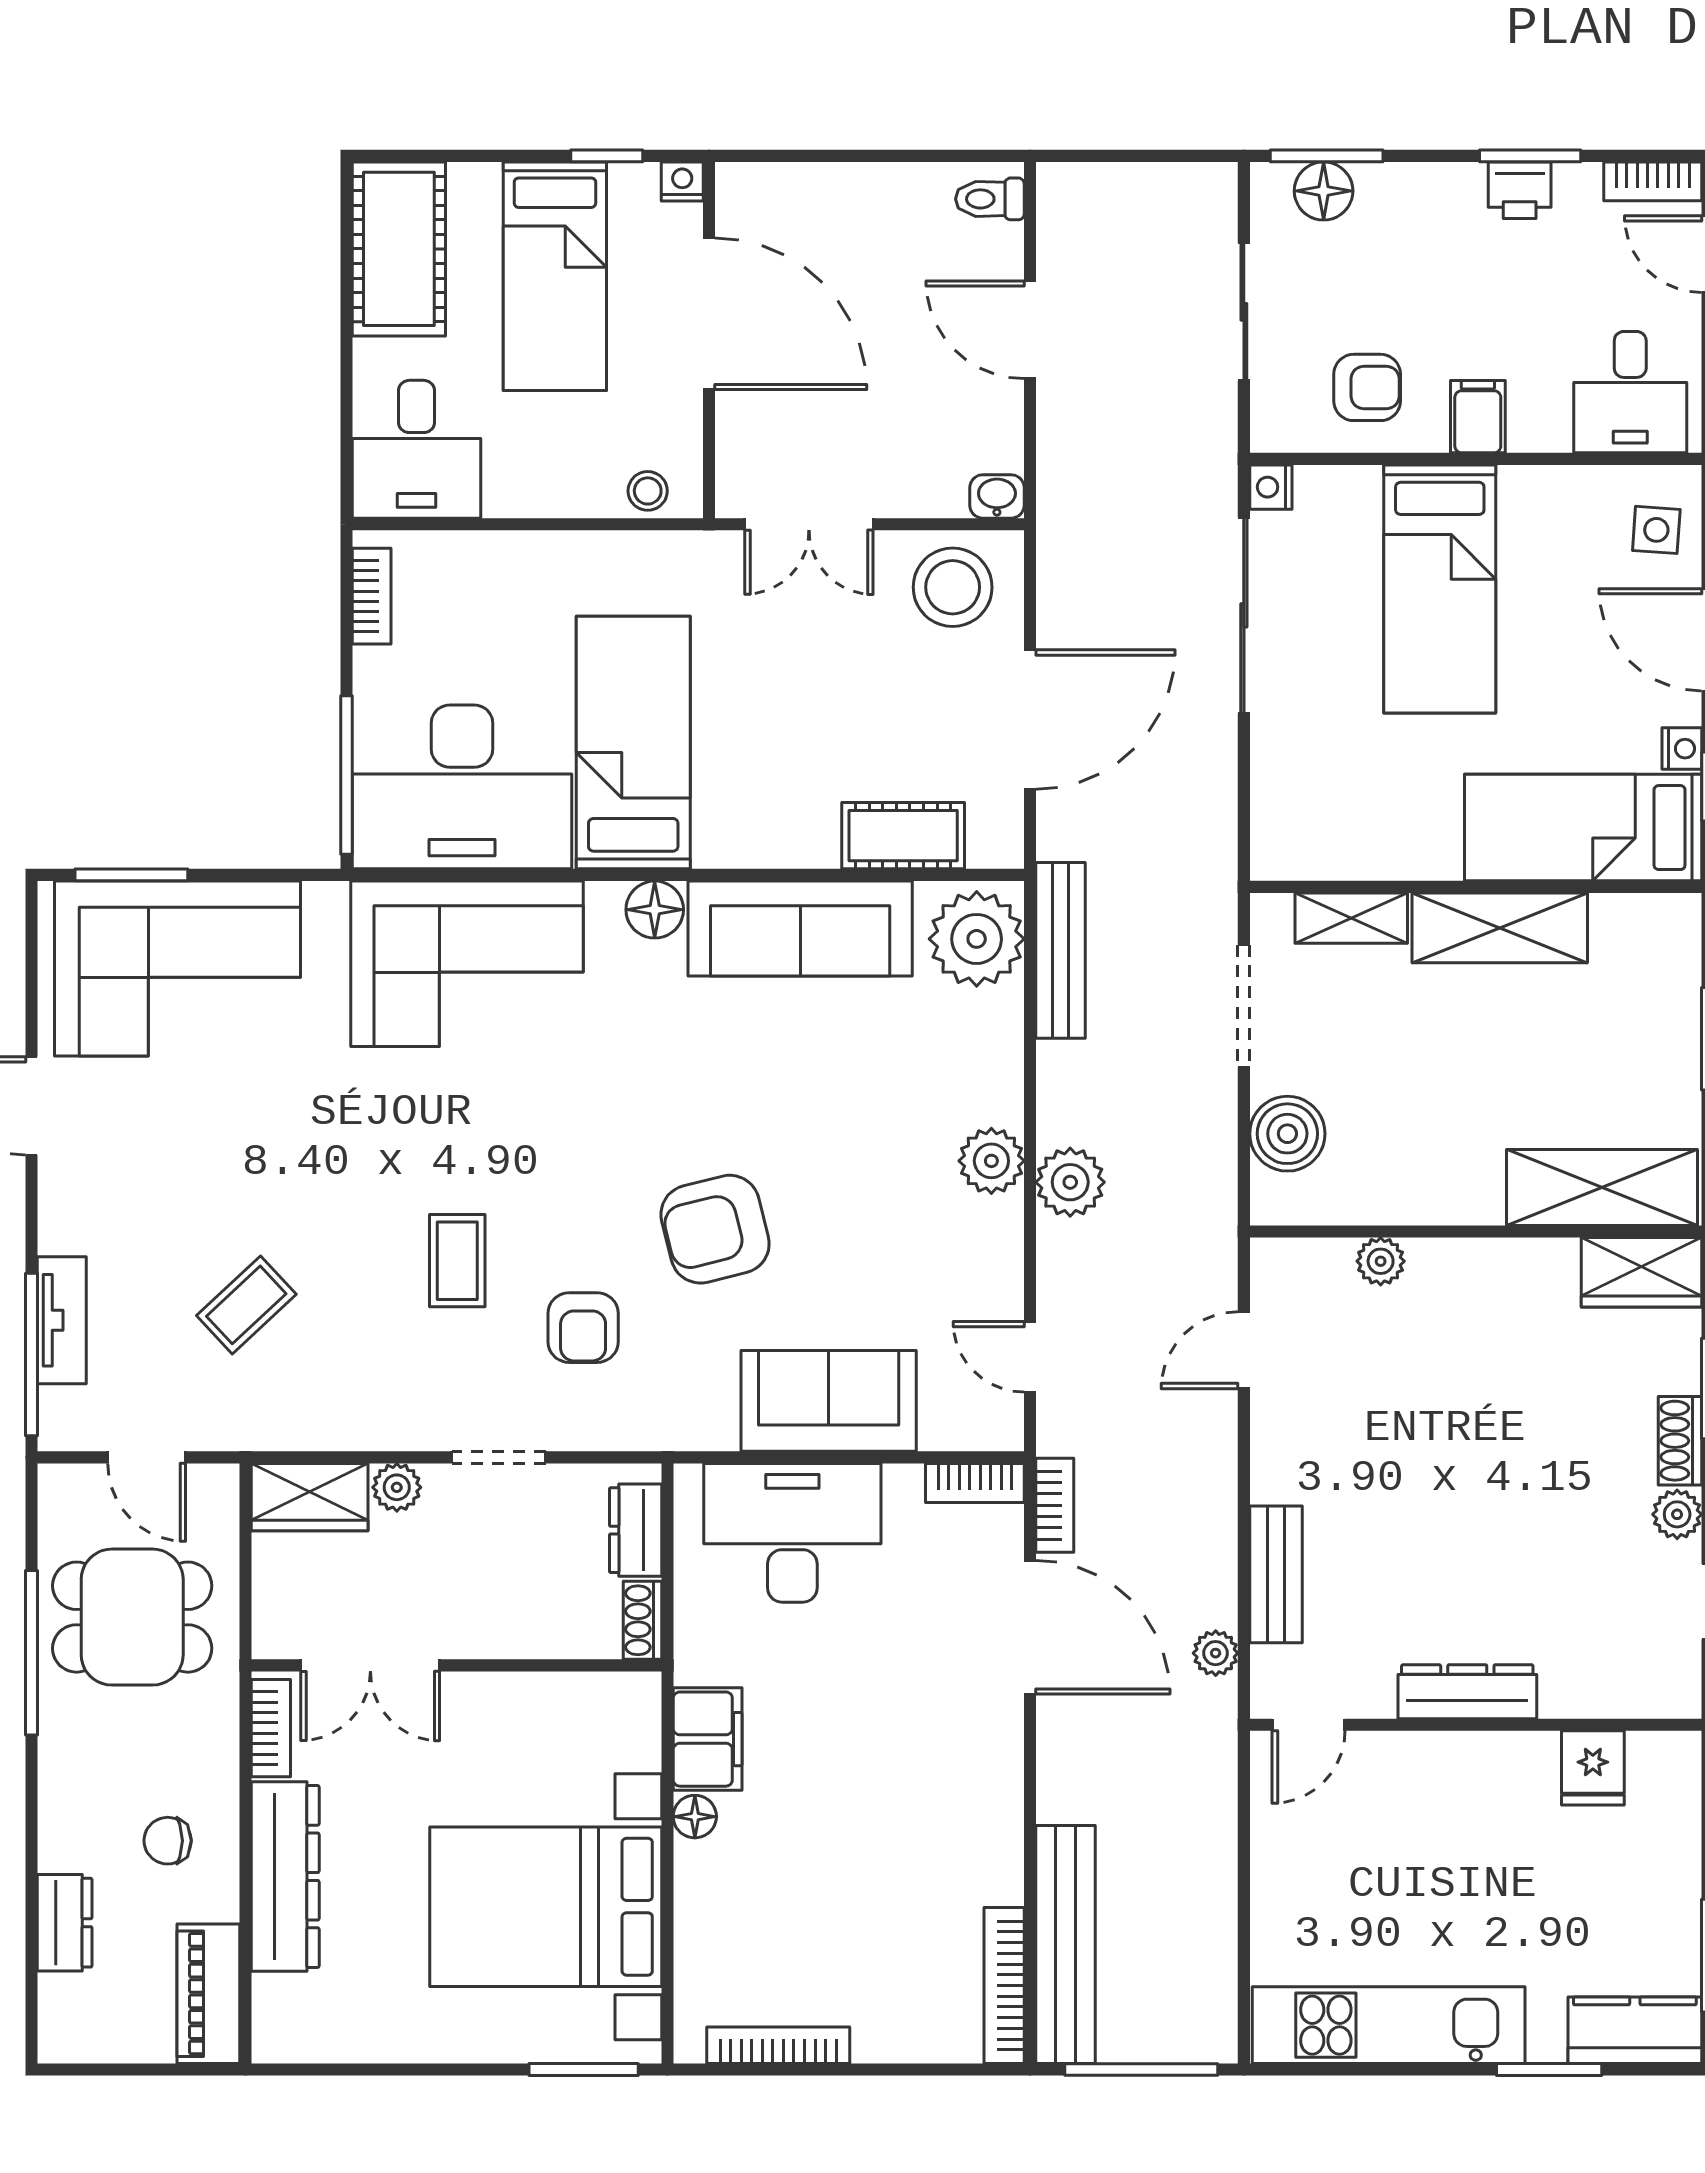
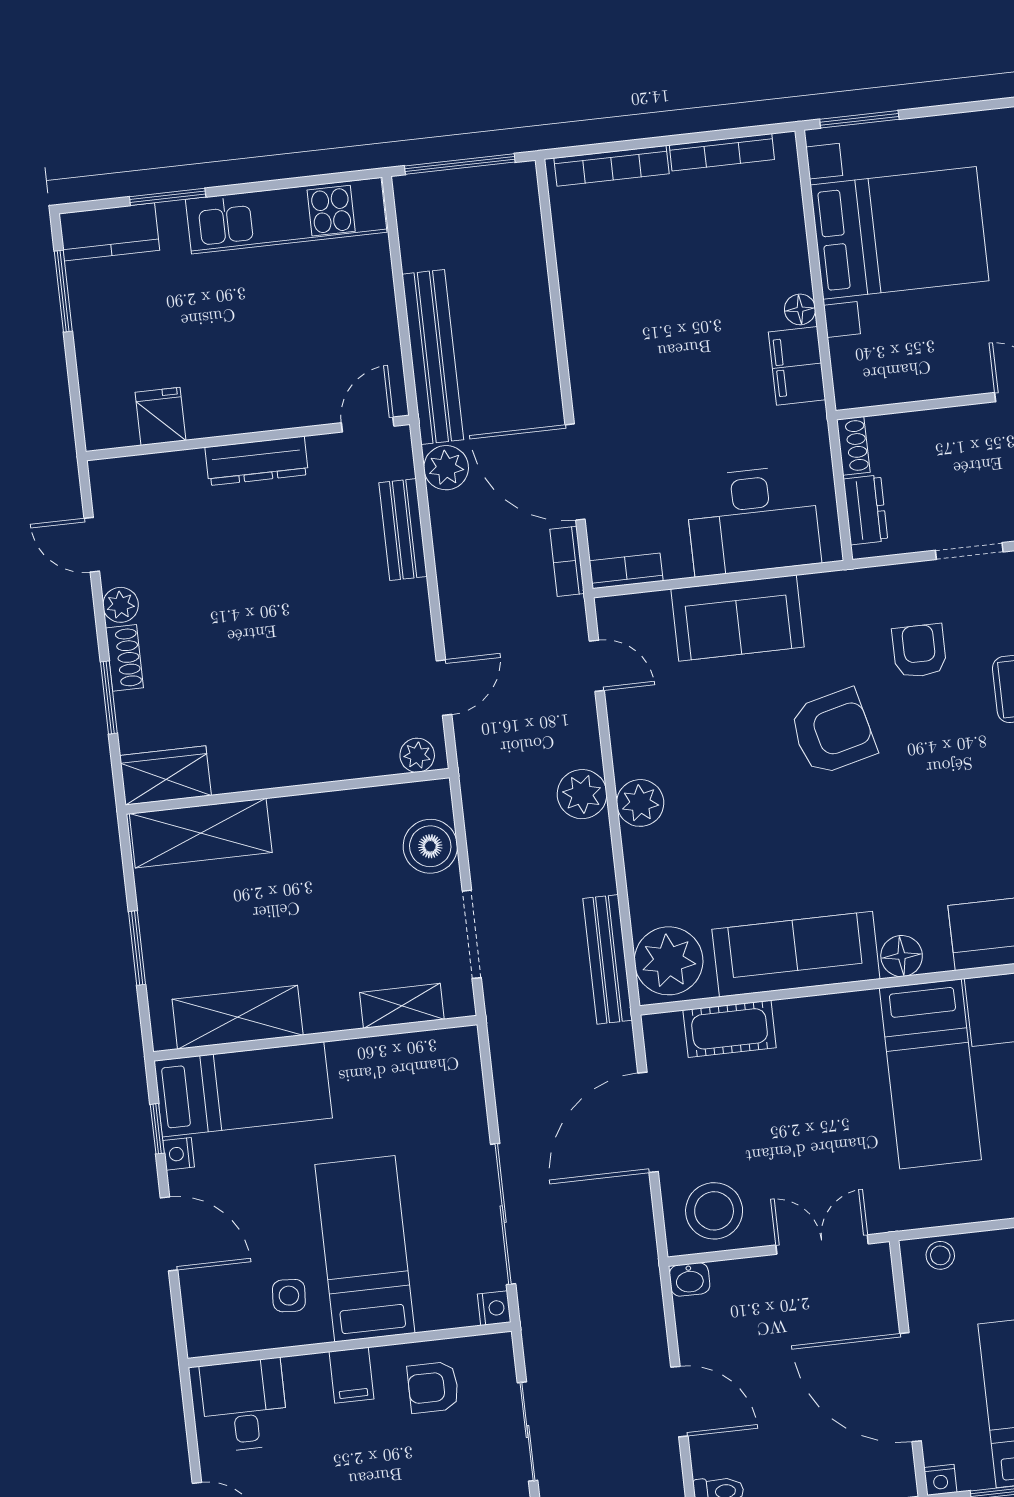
side table: (1656, 530) -> (289, 1296), moved
shelving: (1500, 928) -> (238, 1017), moved
plant: (1381, 1261) -> (417, 755), moved
plant: (1216, 1653) -> (446, 468), width x1.38, depth x1.38
bench: (1066, 1944) -> (433, 357), moved
bookcase: (1004, 1985) -> (612, 166), moved, turned 90

